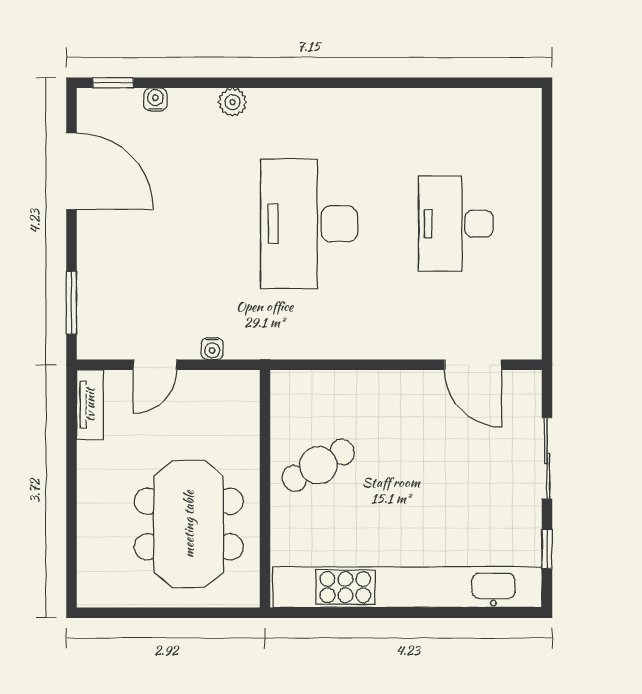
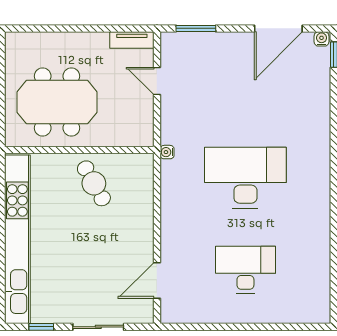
water cooler: (155, 99) -> (322, 39), moved, turned -90
plant: (233, 102) -> (322, 130), removed
water cooler: (212, 349) -> (167, 152), moved

